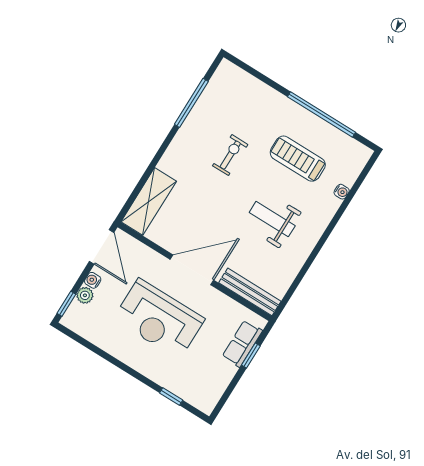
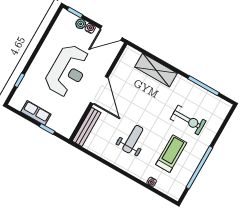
exercise bike: (230, 155) -> (188, 120), moved, width x1.38, depth x1.39
shelving: (149, 201) -> (156, 70), moved
reception desk: (159, 319) -> (68, 71), turned 180
row of seats: (242, 344) -> (36, 113), moved

